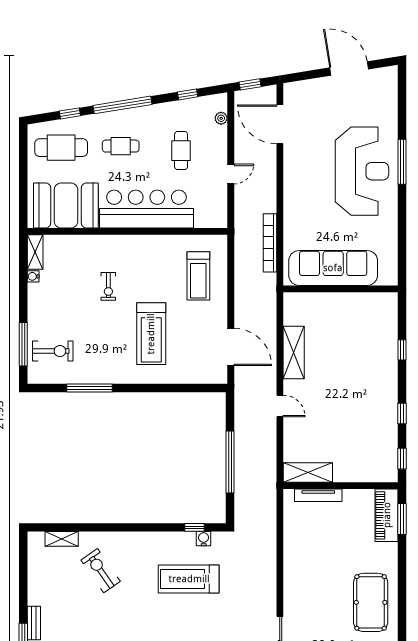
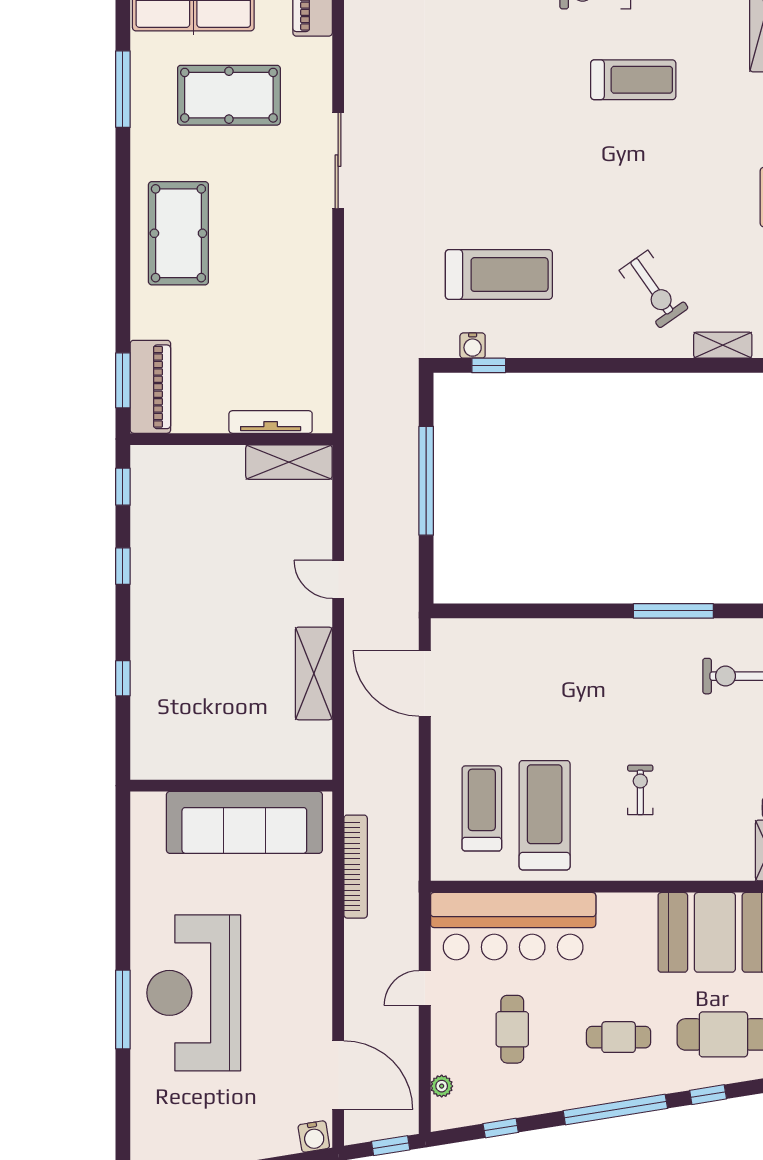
water cooler: (294, 90) -> (314, 1137), added
bar counter: (146, 209) -> (513, 926), moved
treadmill: (151, 334) -> (545, 815), moved

